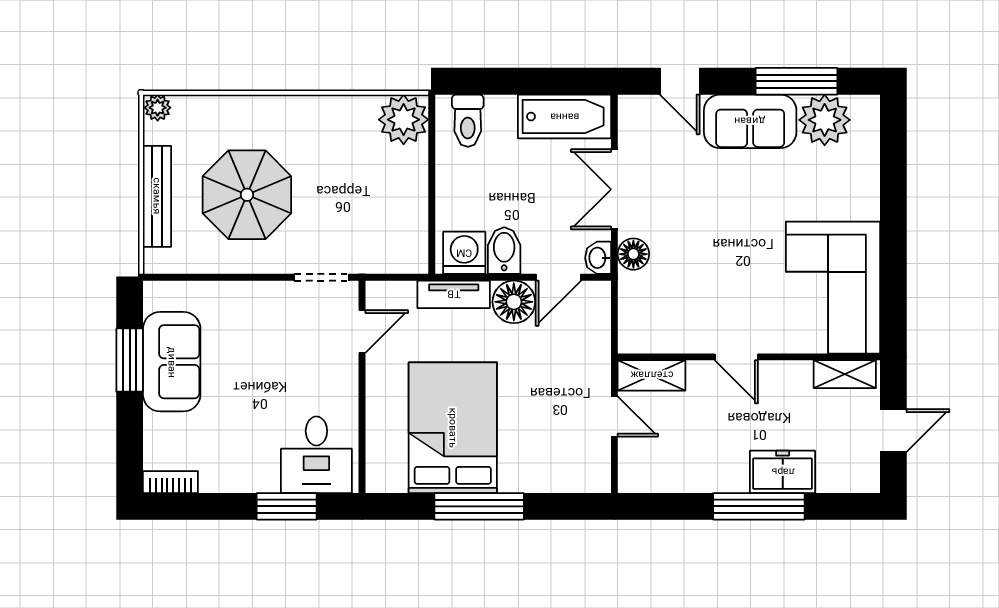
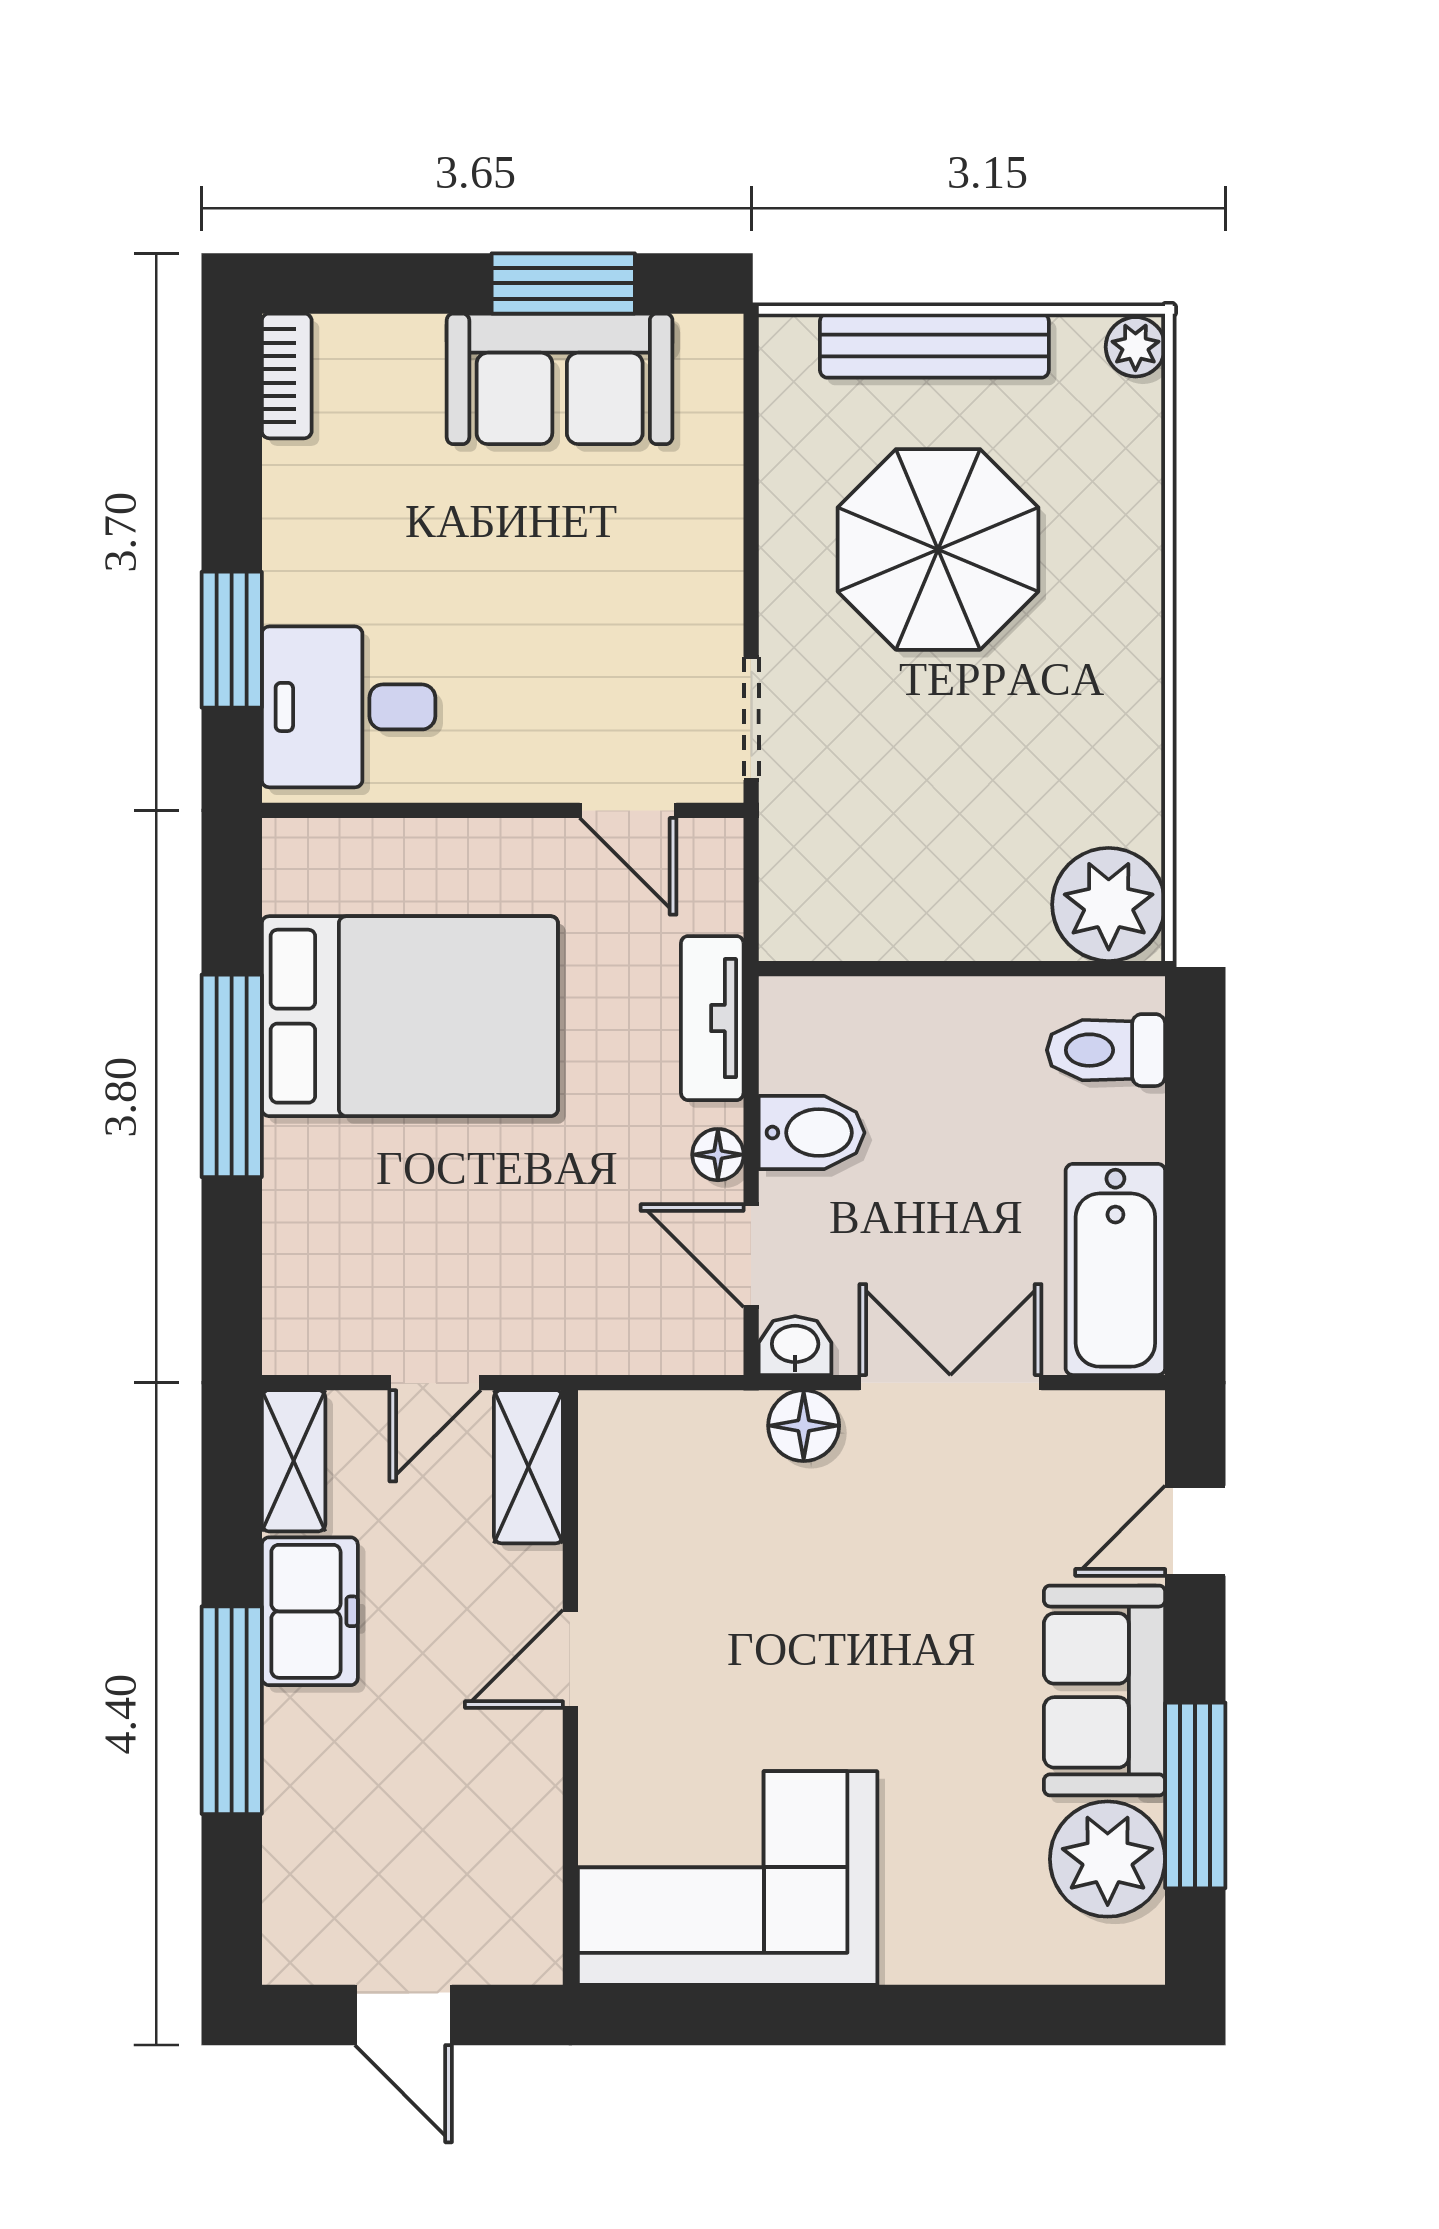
washing machine: (464, 253) -> (806, 1042), removed
floor lamp: (514, 302) -> (718, 1155), width x0.53, depth x0.53
shelving: (845, 374) -> (294, 1461), moved
freezer: (783, 472) -> (310, 1611), moved

